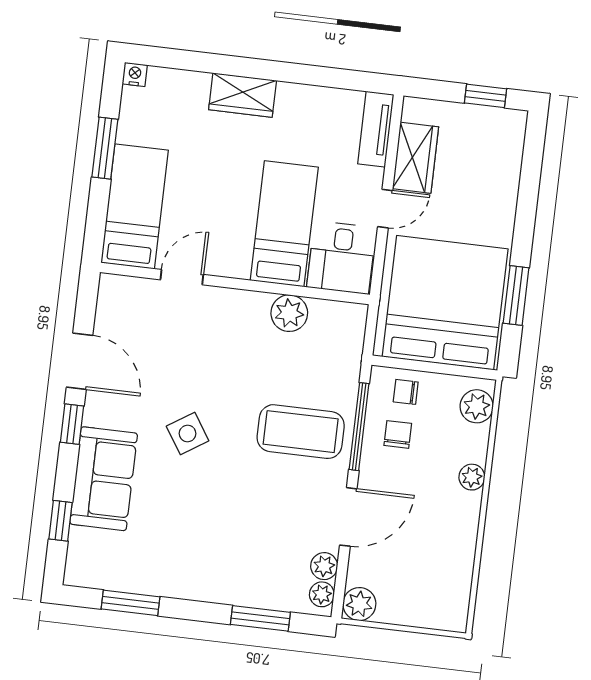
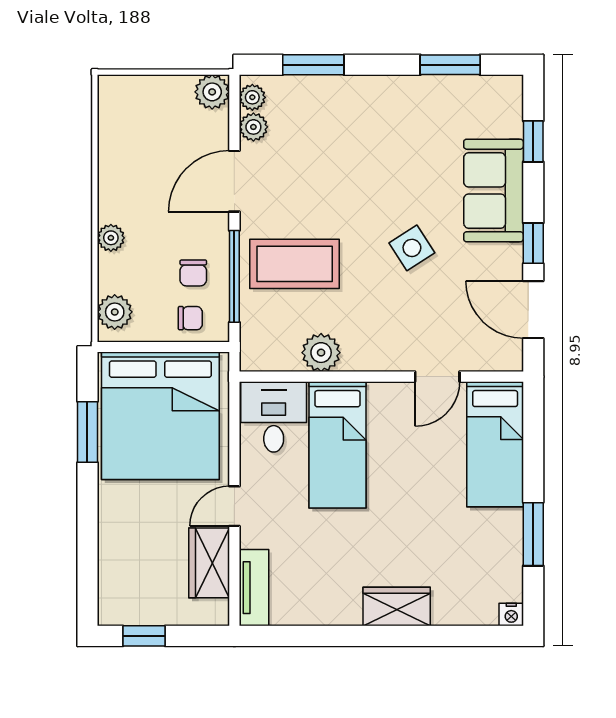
bed: (135, 206) -> (495, 444), moved
bed: (284, 224) -> (337, 445), moved
desk: (341, 257) -> (274, 417), moved
door: (182, 277) -> (437, 377), moved
wall: (235, 283) -> (381, 377), moved
plant: (289, 313) -> (321, 353), moved

